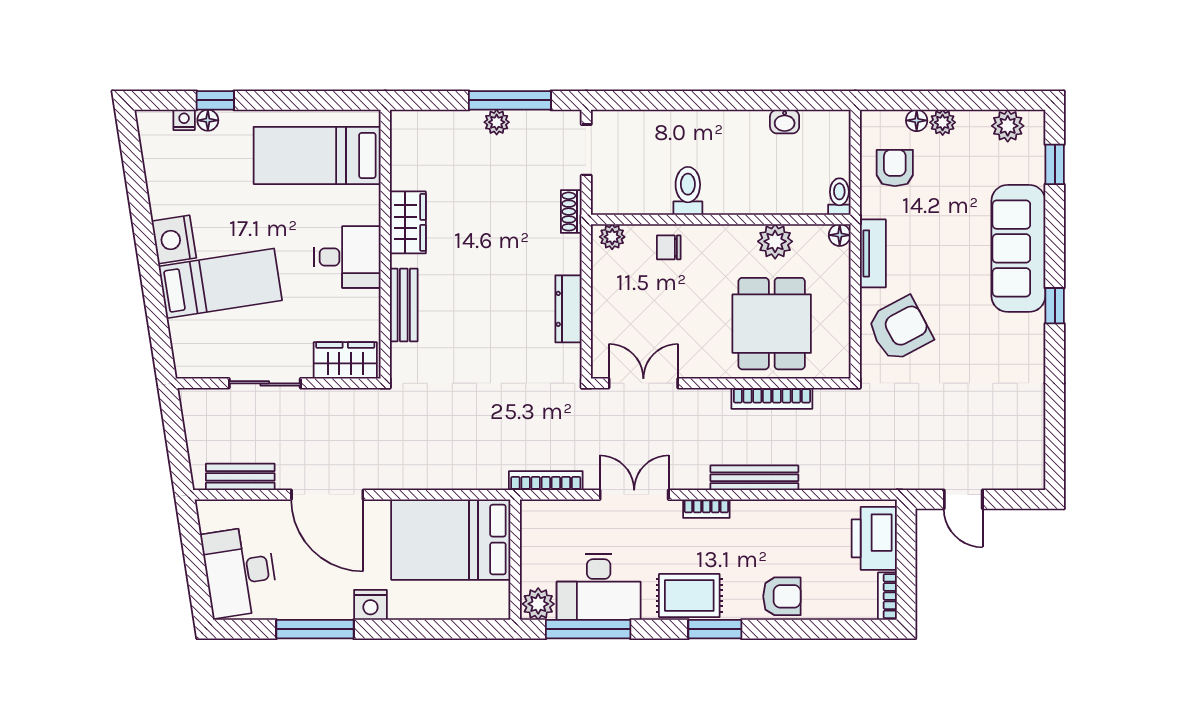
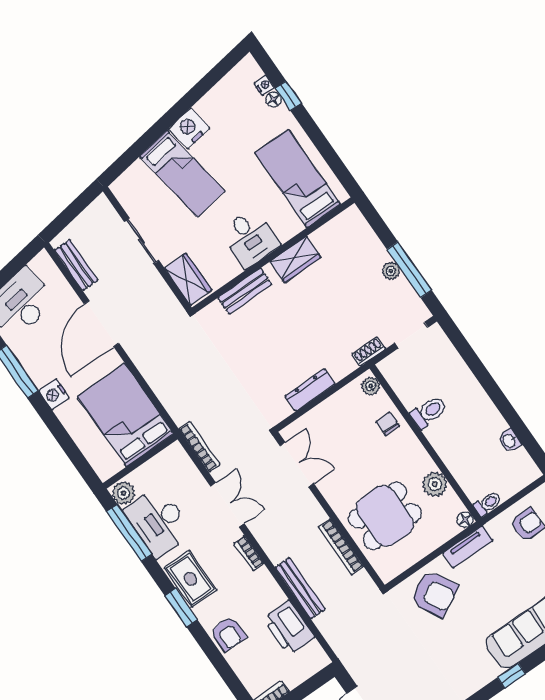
bench: (754, 478) -> (300, 588), moved
printer: (874, 538) -> (289, 628), moved, turned -90

